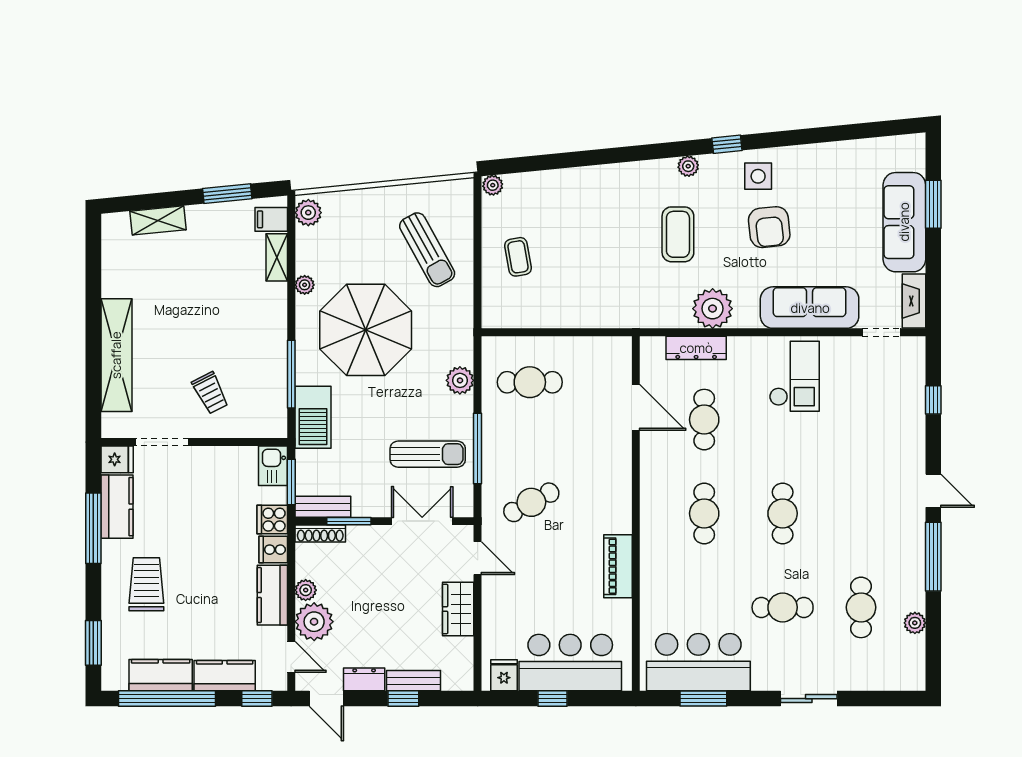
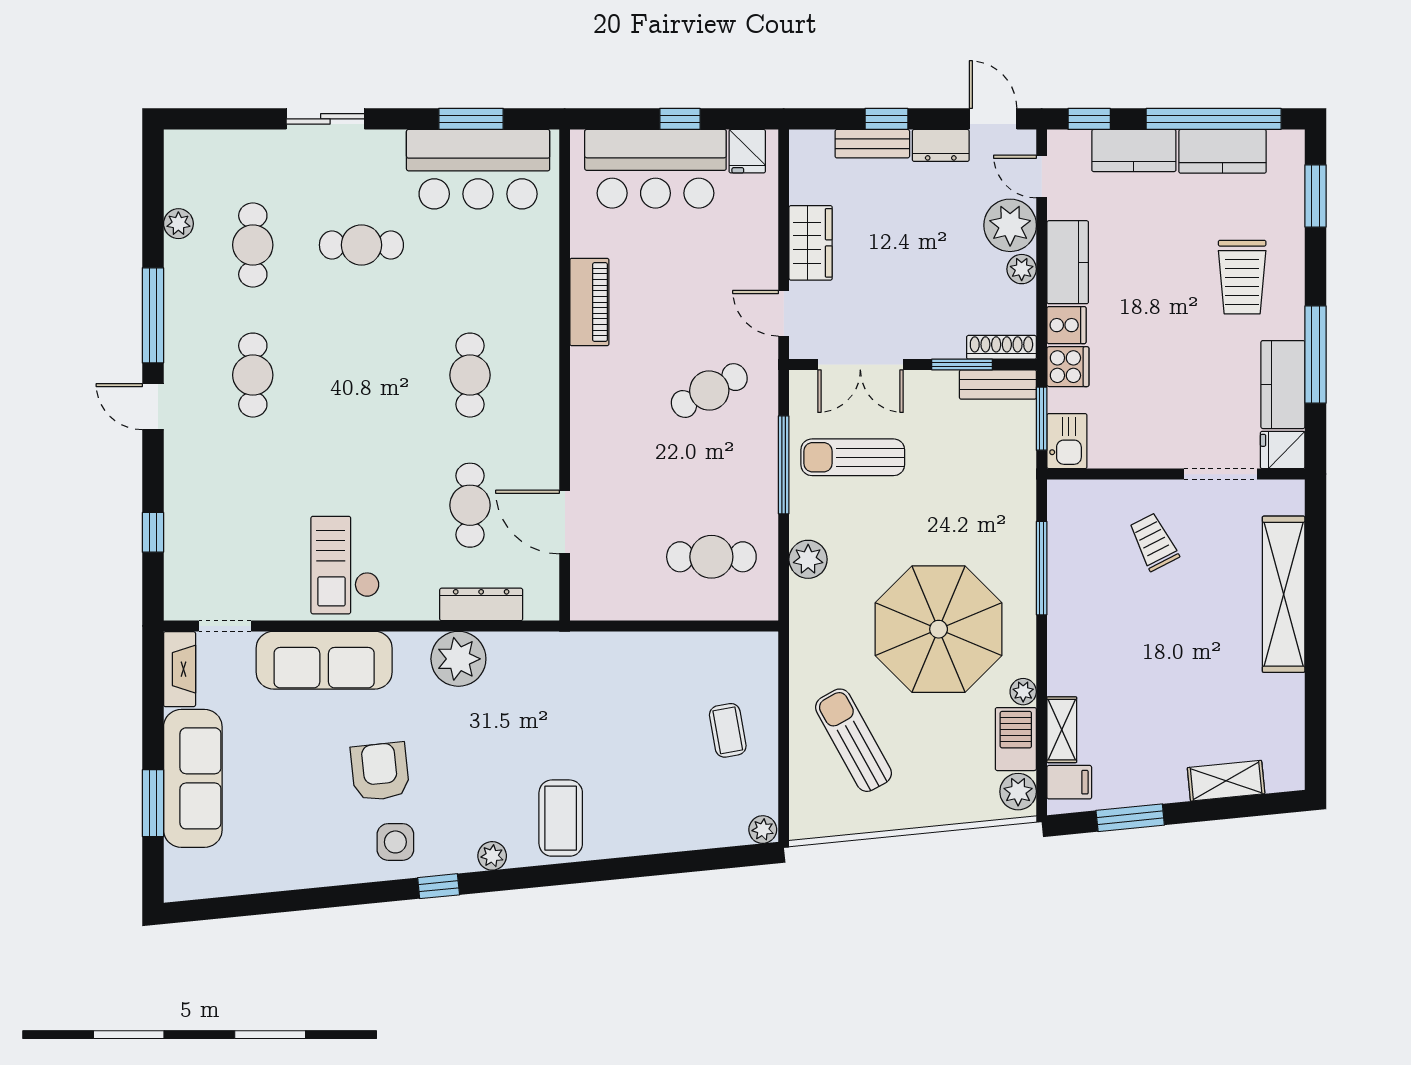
coffee table: (678, 234) -> (561, 818), moved
barbecue: (313, 417) -> (1016, 739), moved, width x0.73, depth x0.83
cafe table: (783, 513) -> (253, 375), moved

